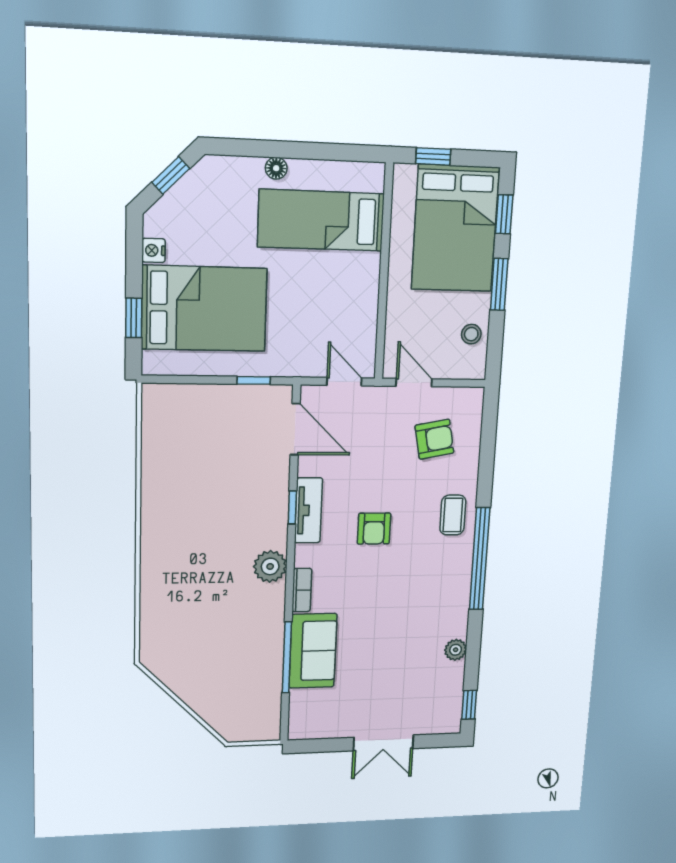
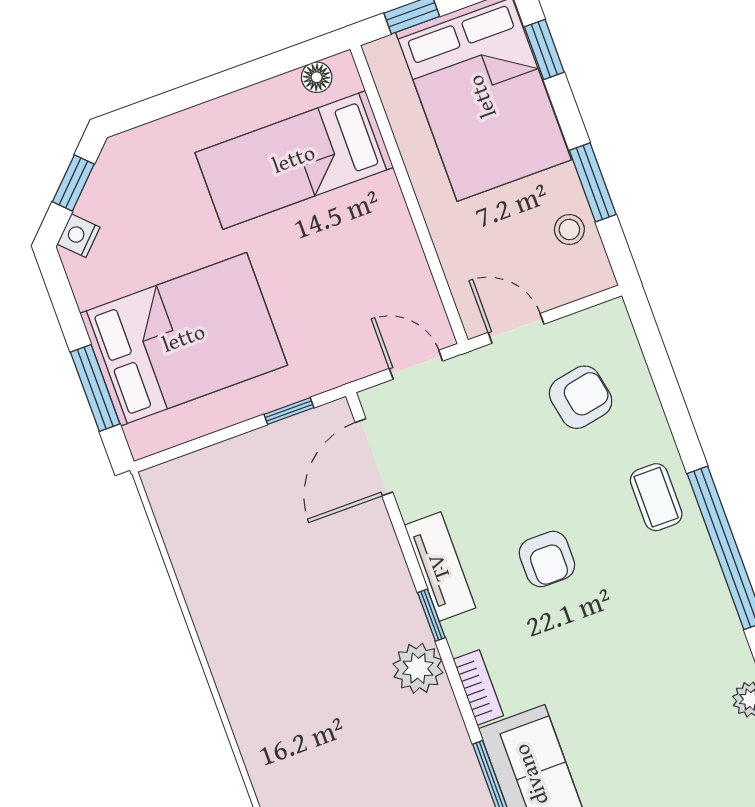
floor lamp: (276, 168) -> (317, 77), moved
nightstand: (154, 250) -> (78, 236), moved, turned 45
window: (499, 284) -> (593, 182), moved
window: (134, 318) -> (95, 388), width x1.50
door: (295, 429) -> (374, 457), swing flipped
window: (292, 507) -> (431, 615), moved

